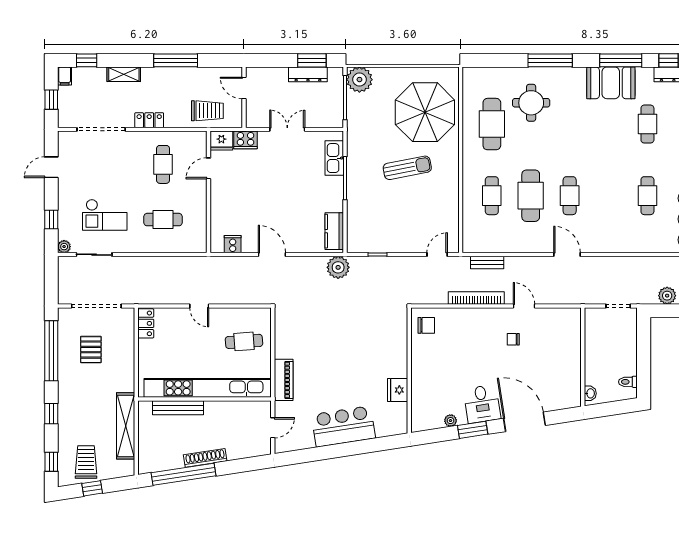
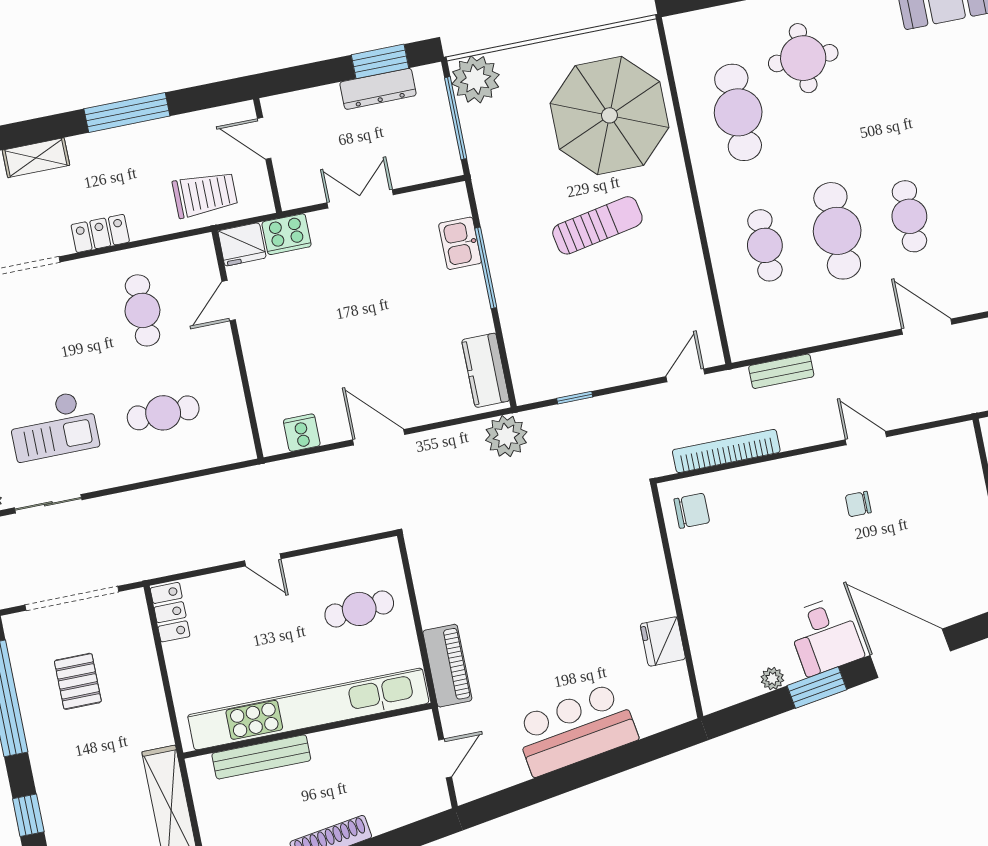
kitchen sink: (334, 158) -> (460, 243), width x0.73
bookcase: (476, 298) -> (726, 451), moved

